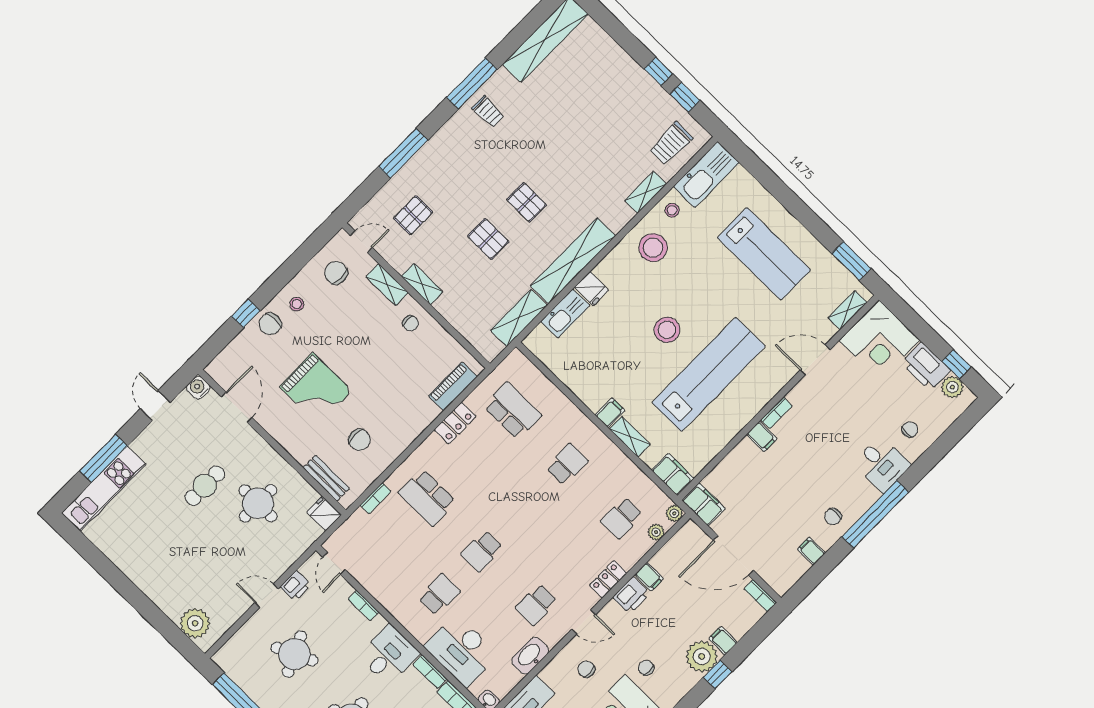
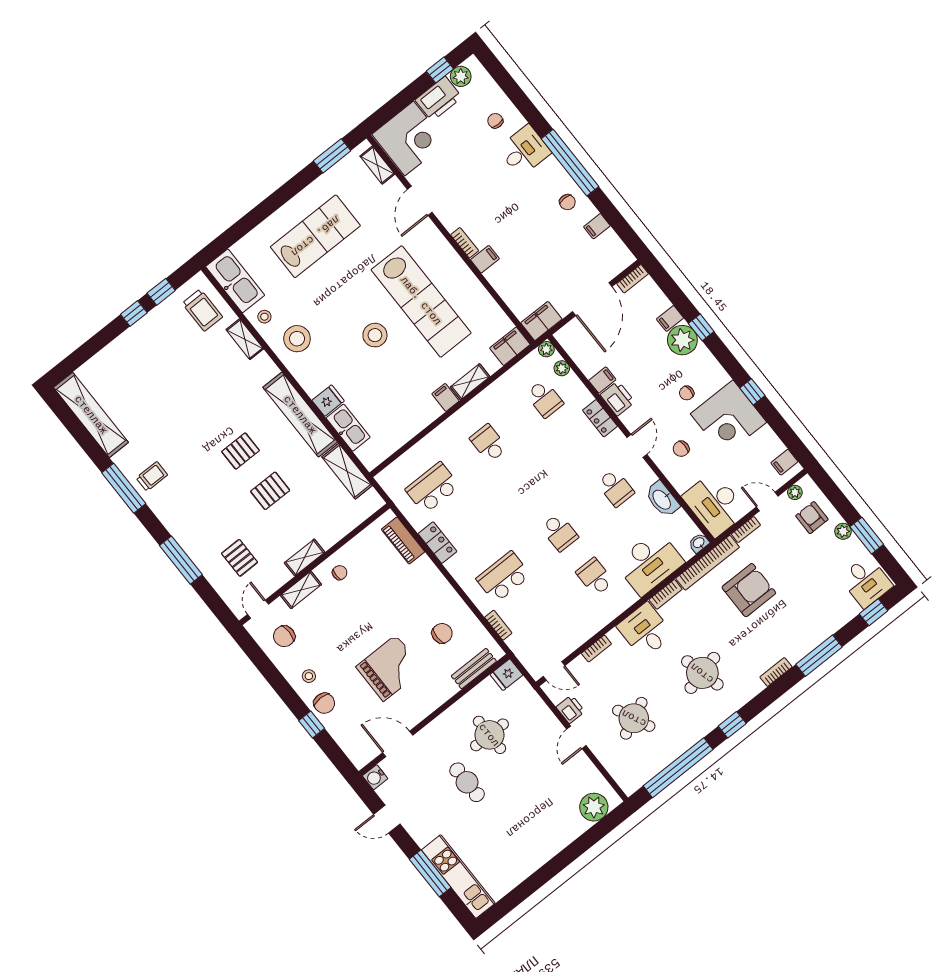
lab bench: (709, 374) -> (421, 301), turned 180
school desk: (427, 497) -> (503, 577), turned 180

